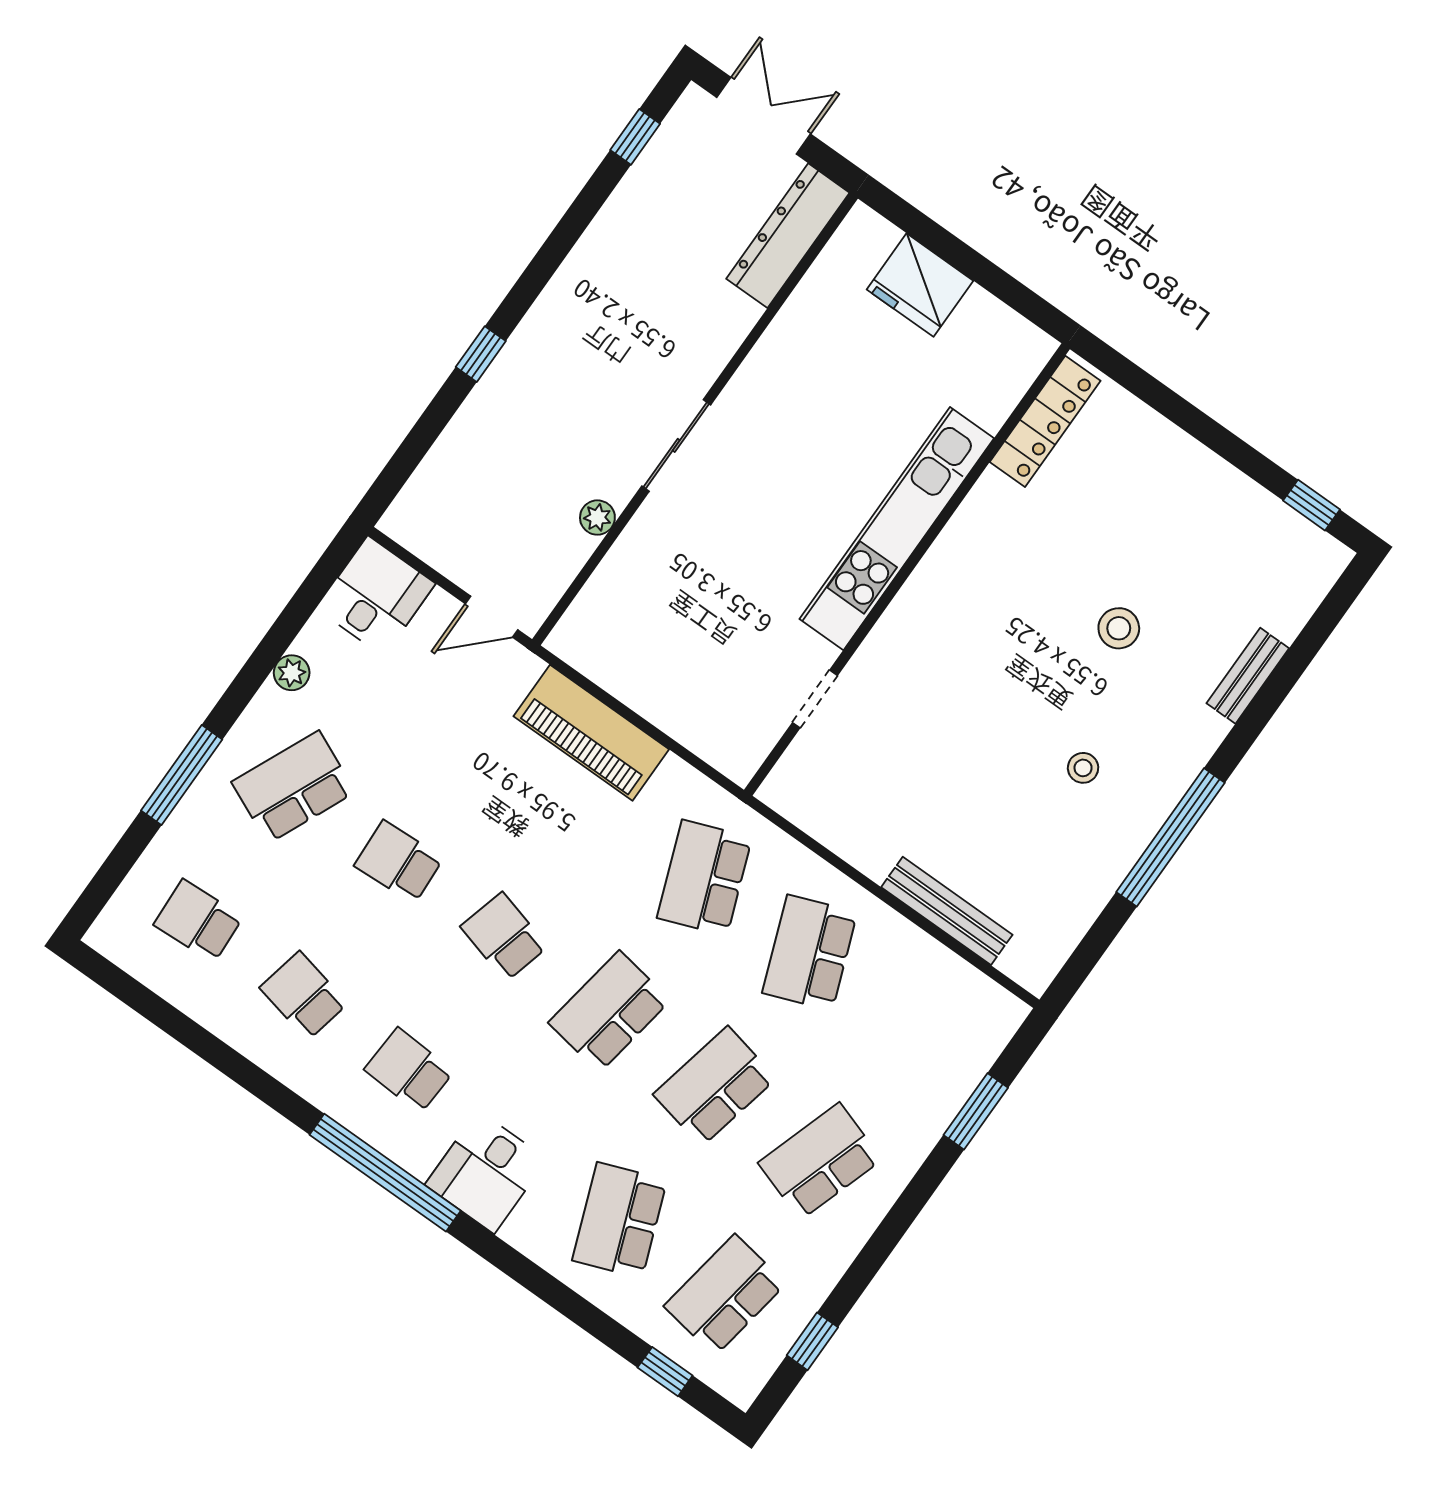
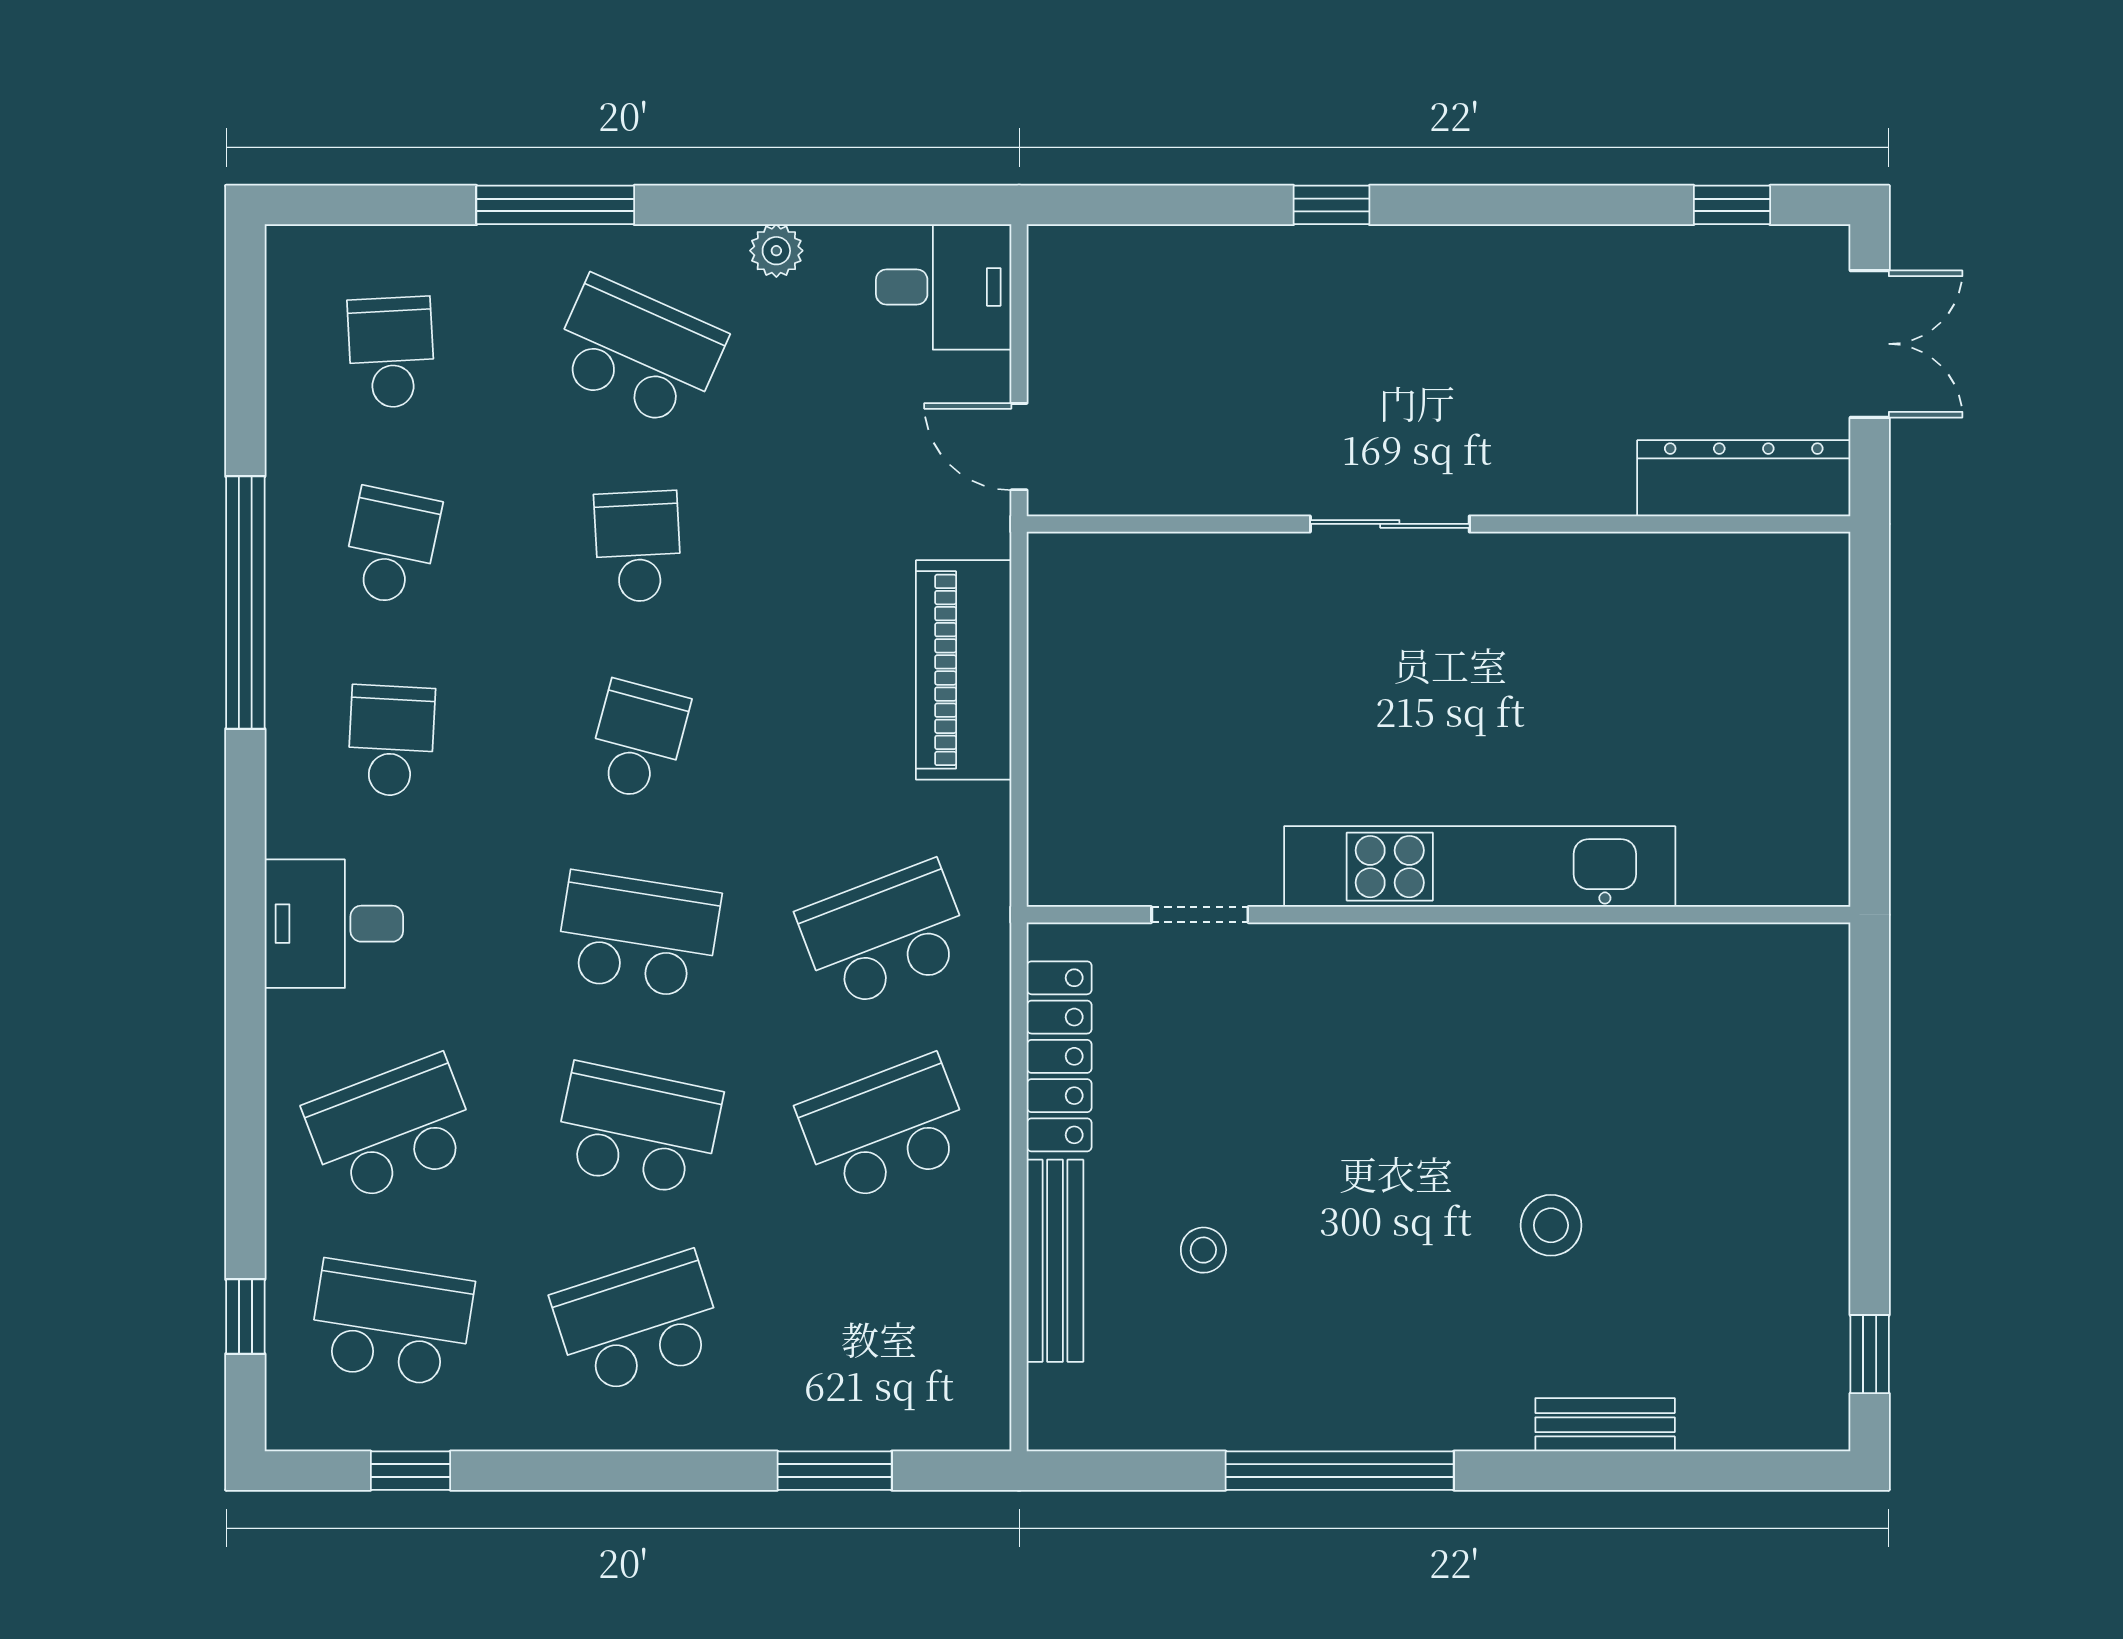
fridge: (920, 285) -> (1798, 683), removed
locker: (1045, 421) -> (1059, 1056), moved, turned -90
plant: (597, 518) -> (1233, 490), removed
stool: (1083, 768) -> (1203, 1250), moved
school desk: (820, 1161) -> (638, 1323), turned -36
window: (385, 1173) -> (245, 603), moved

